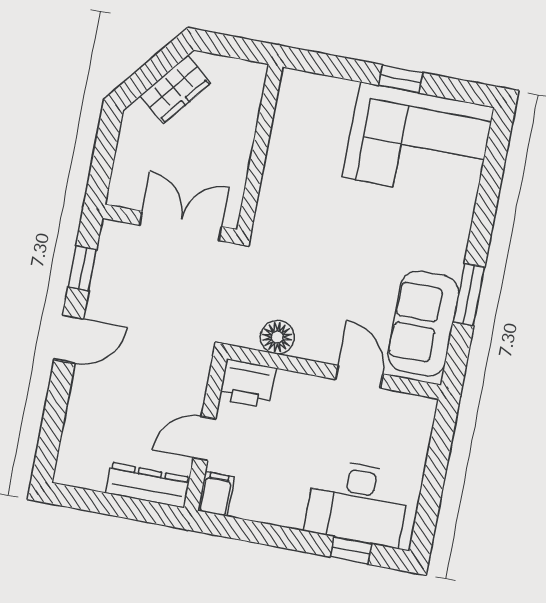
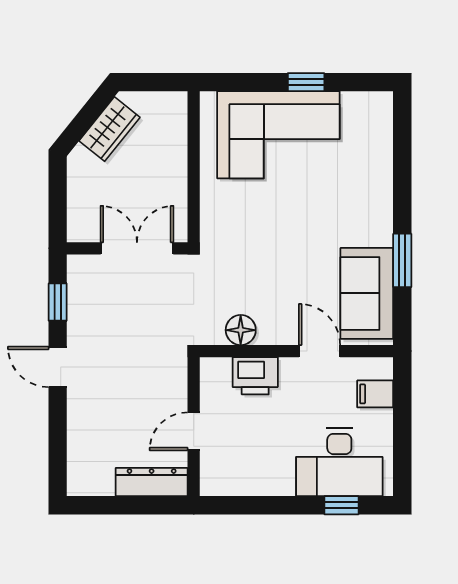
corner sofa: (418, 142) -> (278, 135), moved
door: (69, 339) -> (58, 367), swing flipped
printer: (247, 383) -> (255, 376), moved
filing cabinet: (216, 494) -> (375, 394), moved, turned -90

